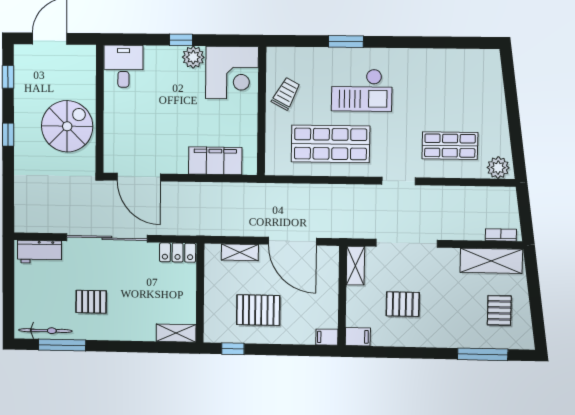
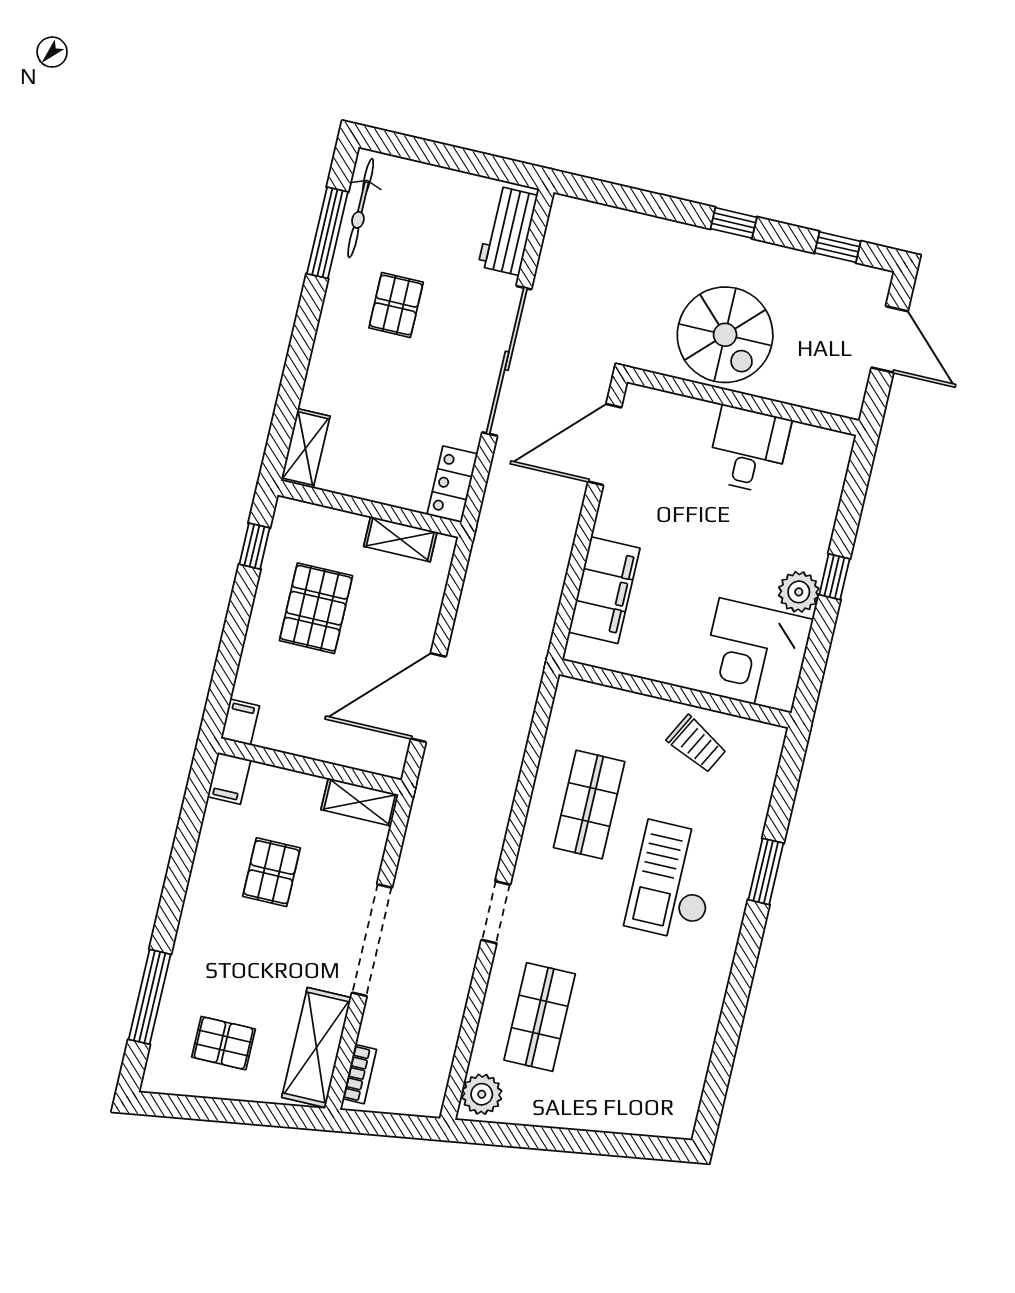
desk: (123, 66) -> (749, 450), moved, turned -90
shop shelf: (331, 144) -> (589, 805), width x0.70, depth x0.74
doorway: (407, 243) -> (372, 940), moved
shelving: (240, 252) -> (400, 539), moved, turned 90

